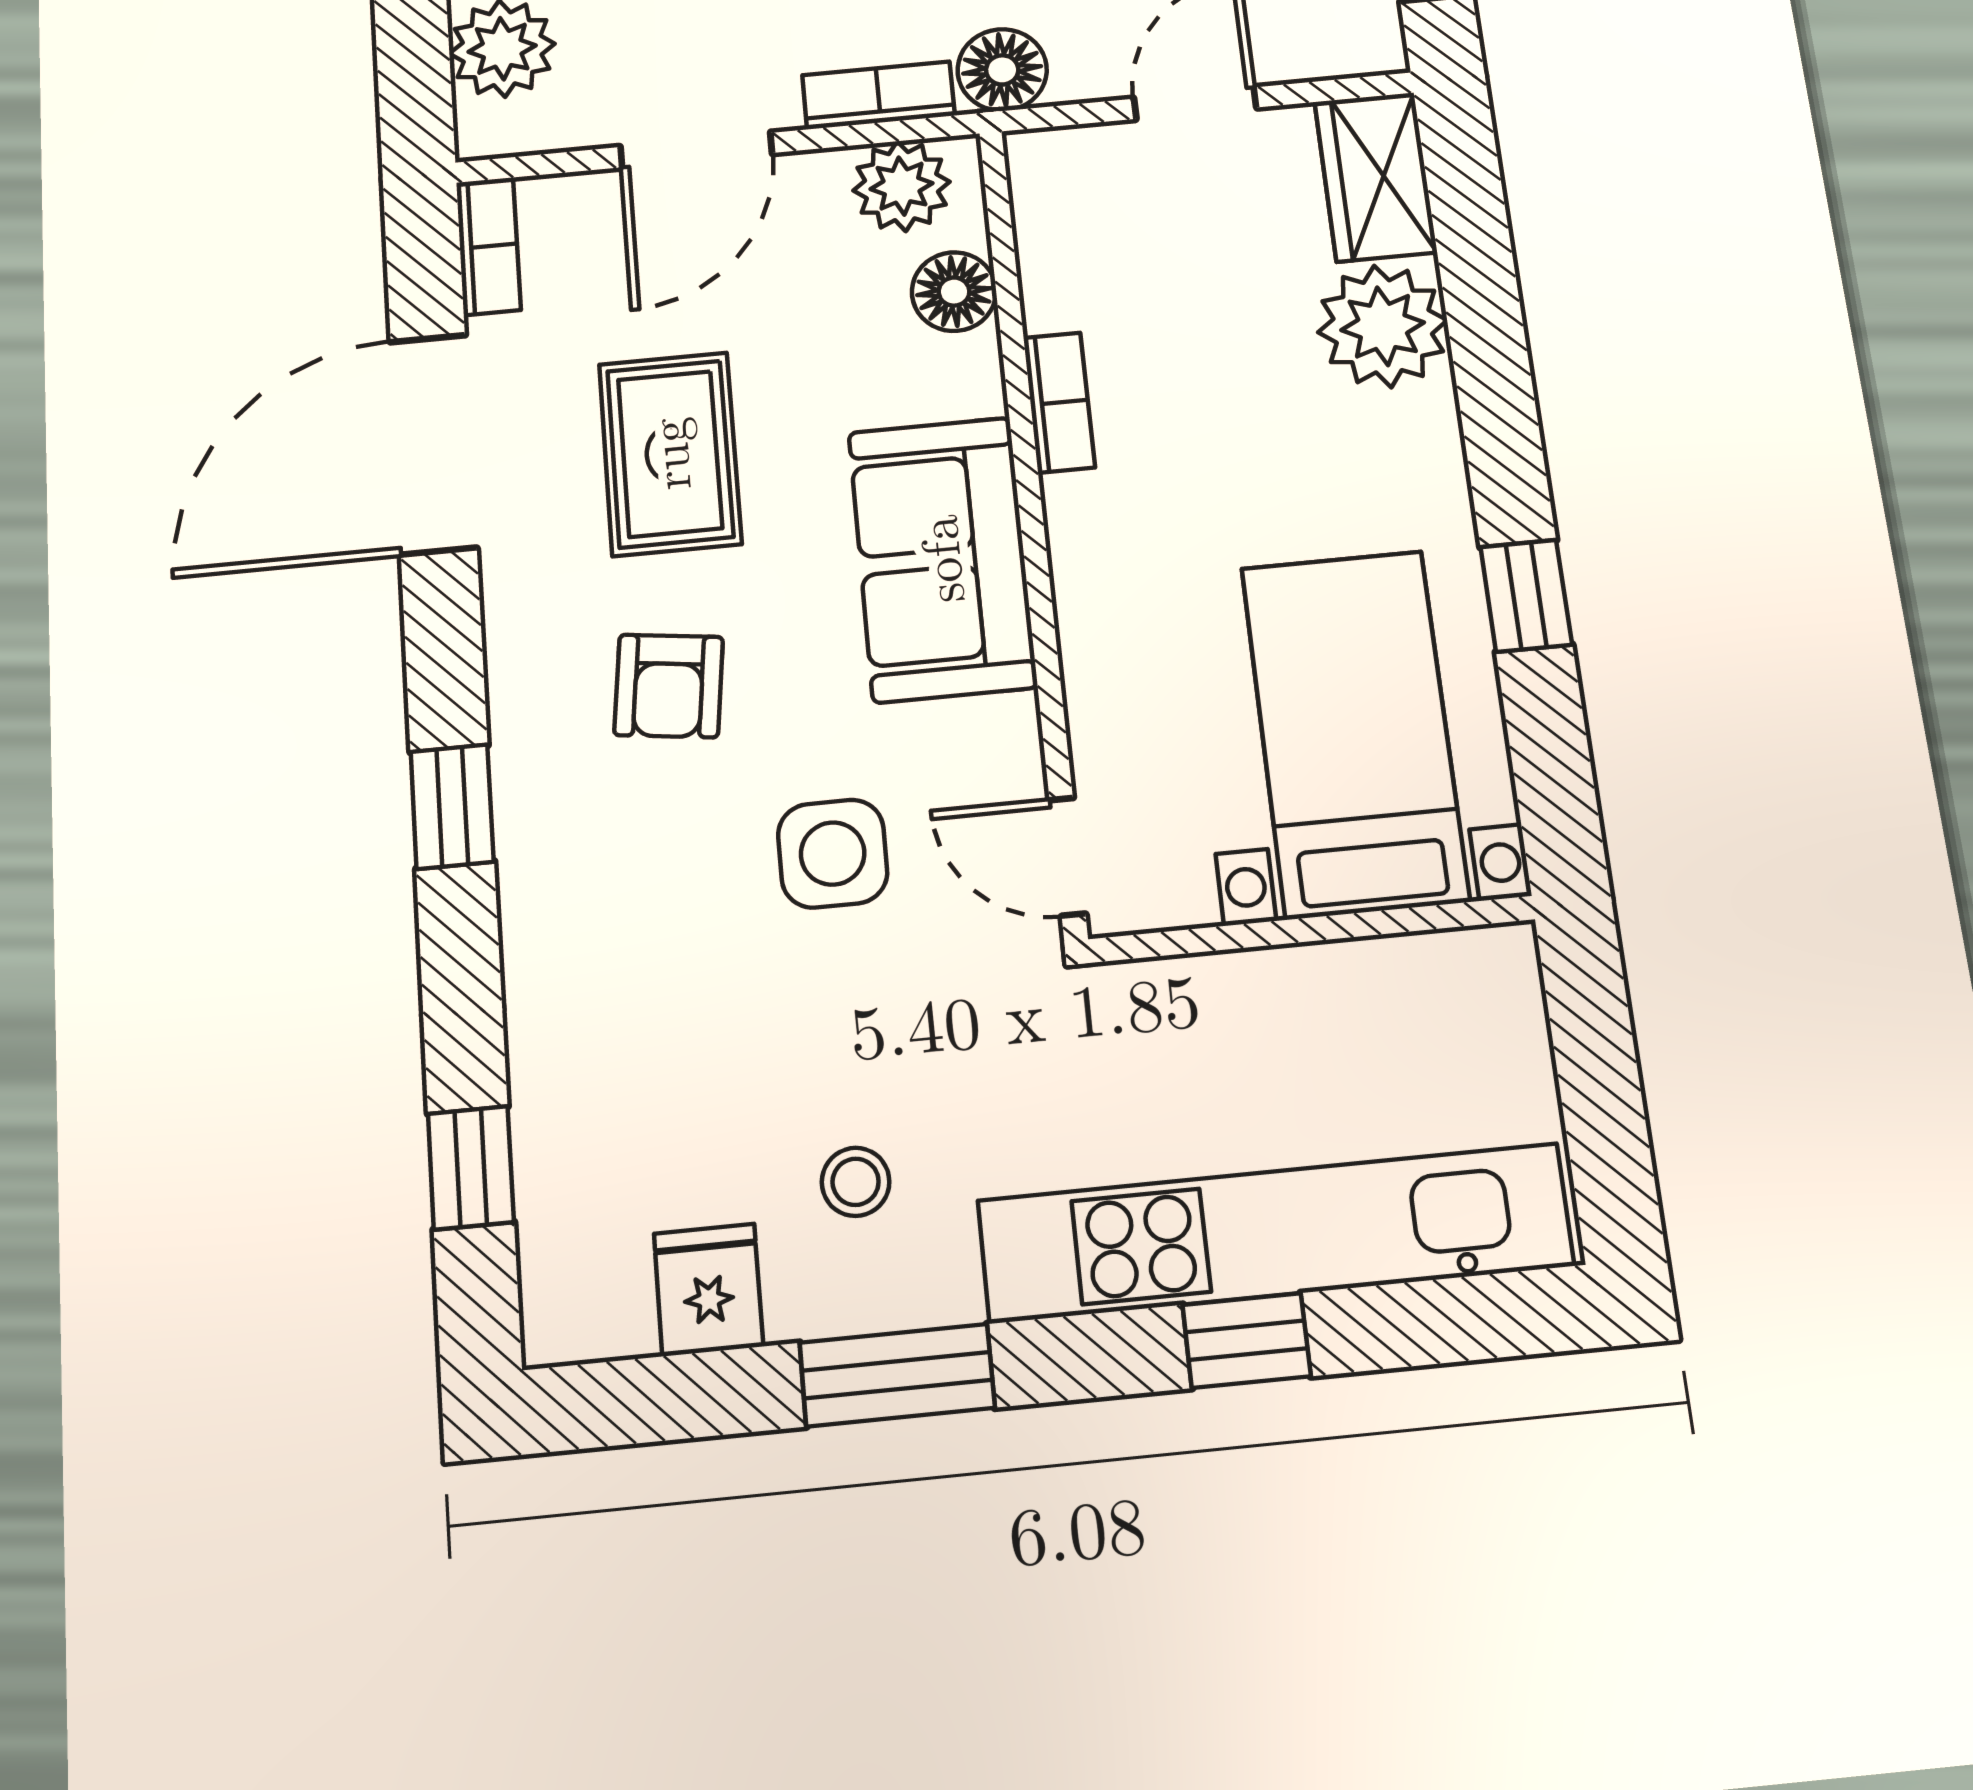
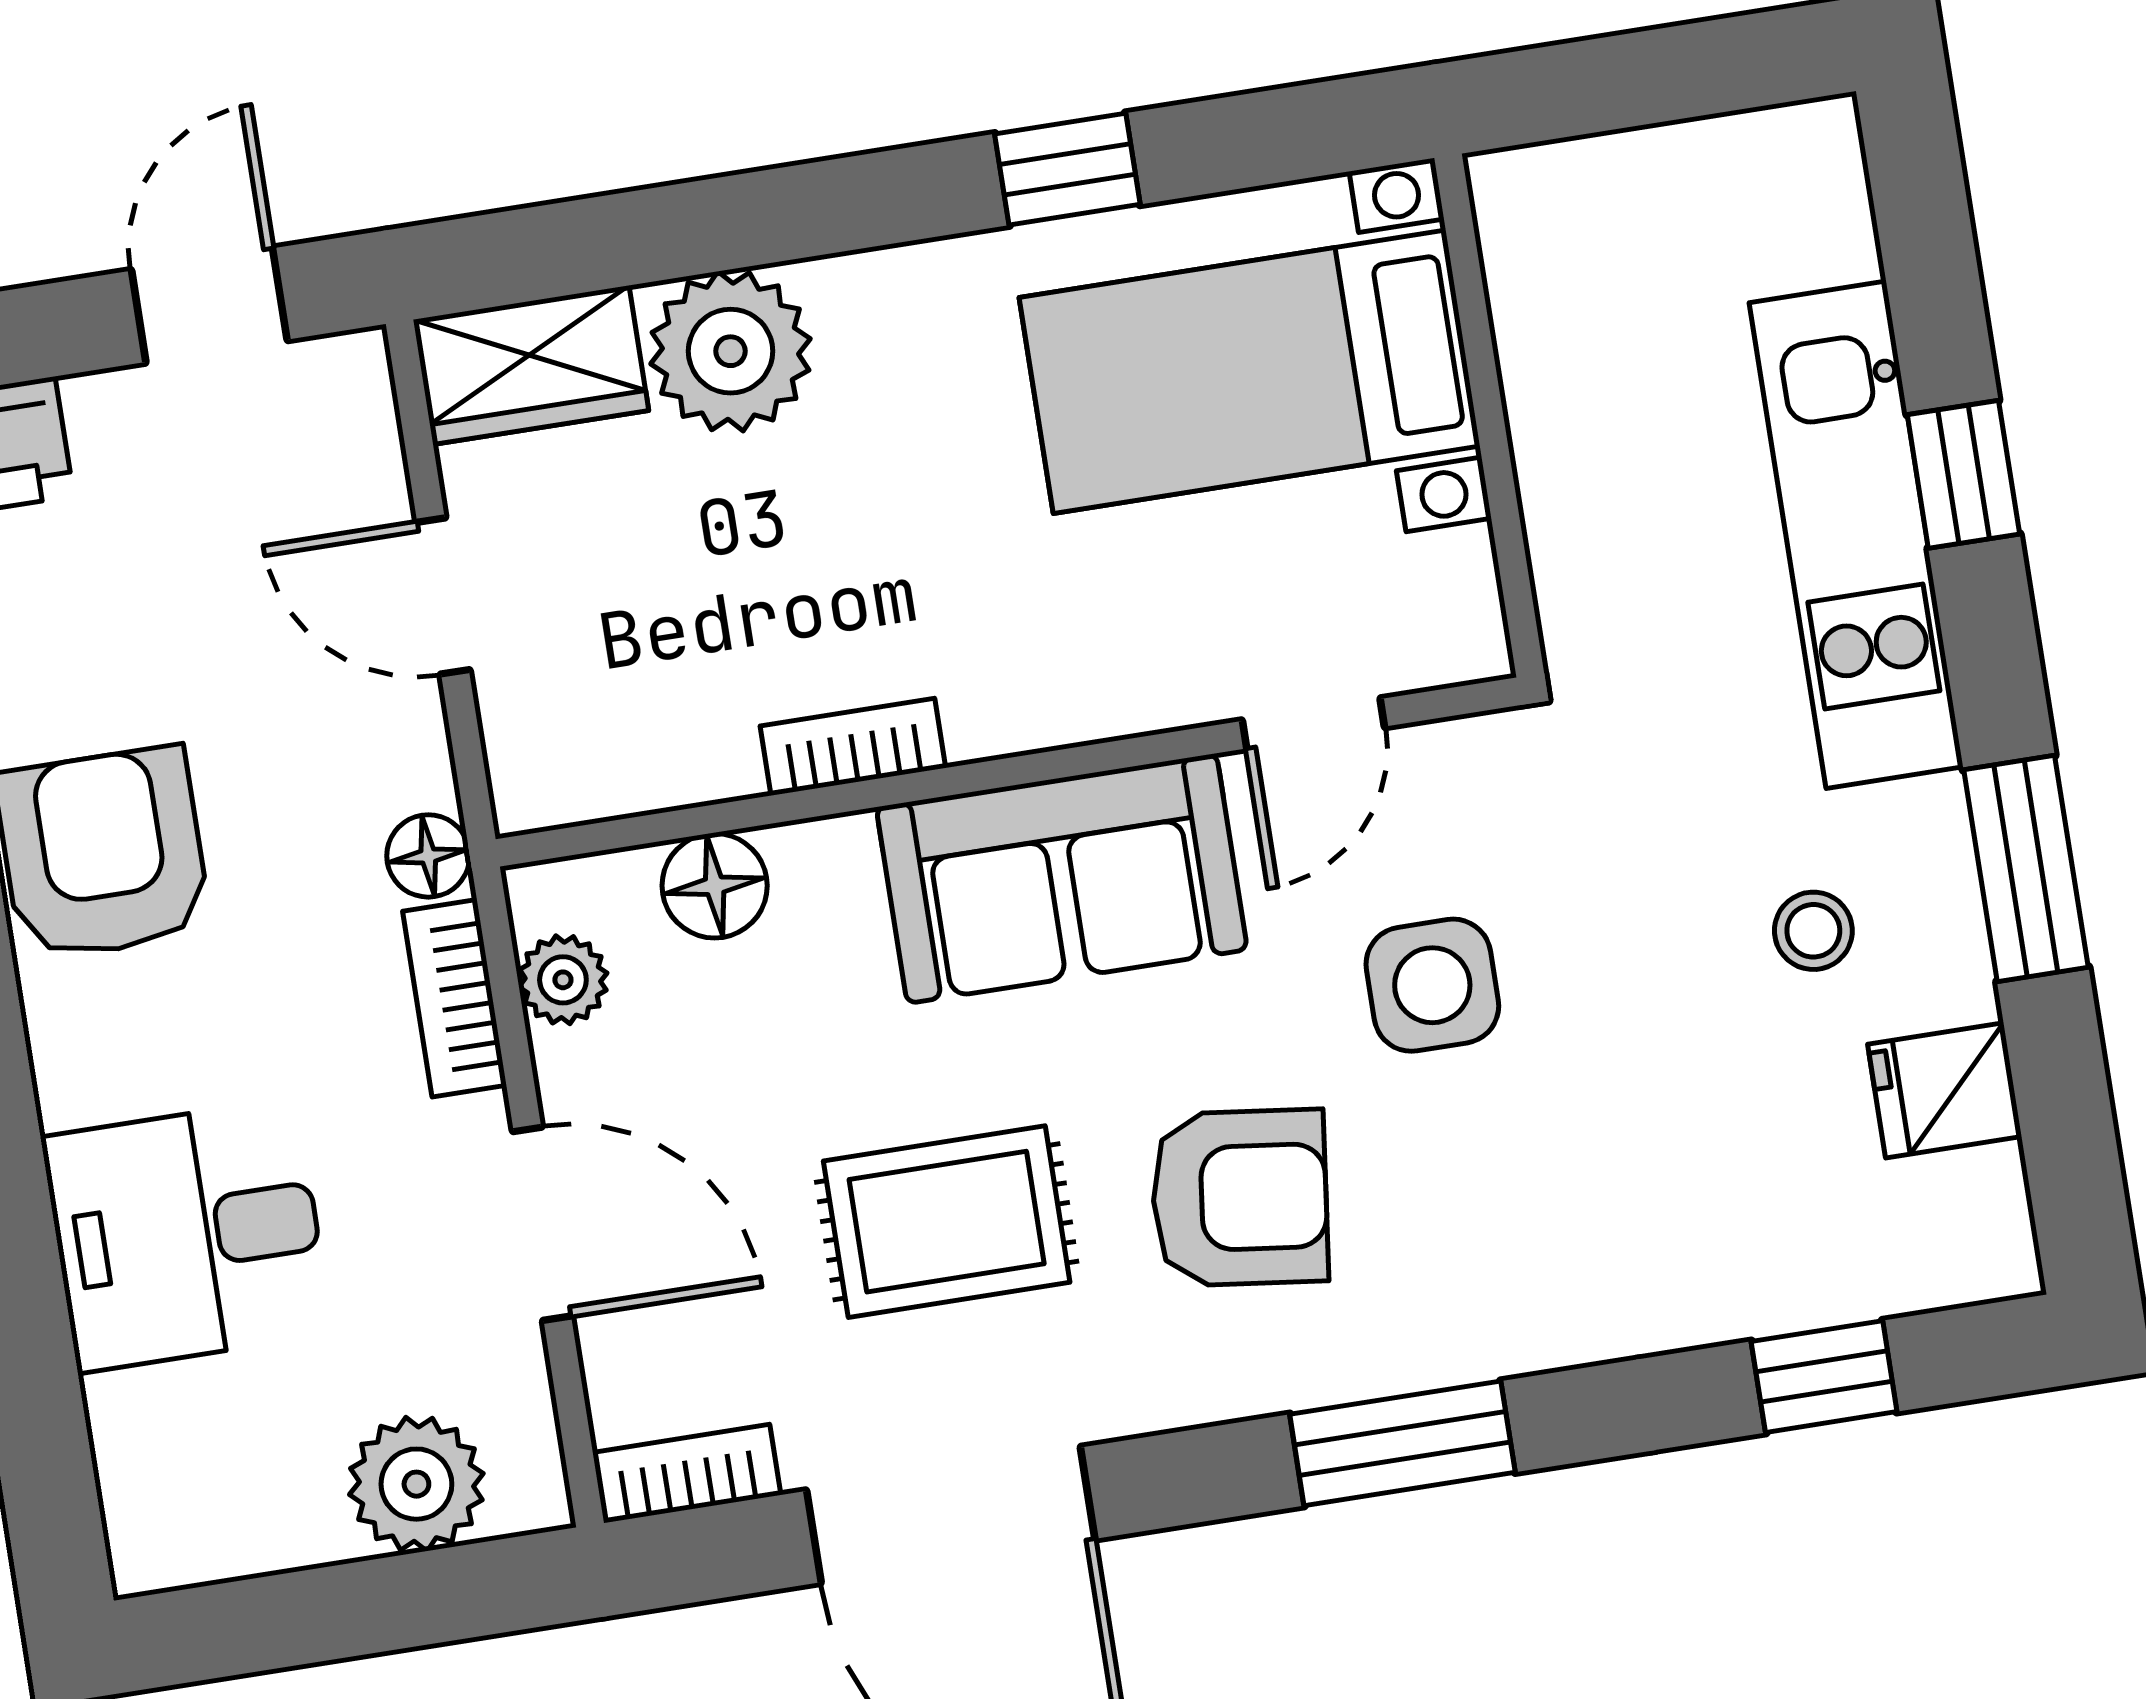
floor lamp: (1002, 70) -> (428, 856), width x0.73, depth x0.73
plant: (902, 186) -> (563, 980), width x0.73, depth x0.73
armchair: (669, 686) -> (1240, 1198), width x1.38, depth x1.38
window: (452, 807) -> (1402, 1443), width x1.50
door: (1067, 857) -> (1313, 724), moved
kitchen unit: (1275, 1233) -> (1856, 535), width x0.73

